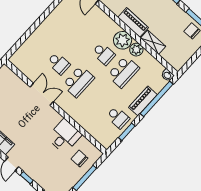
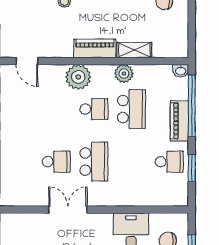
plant: (123, 40) -> (78, 77), moved

